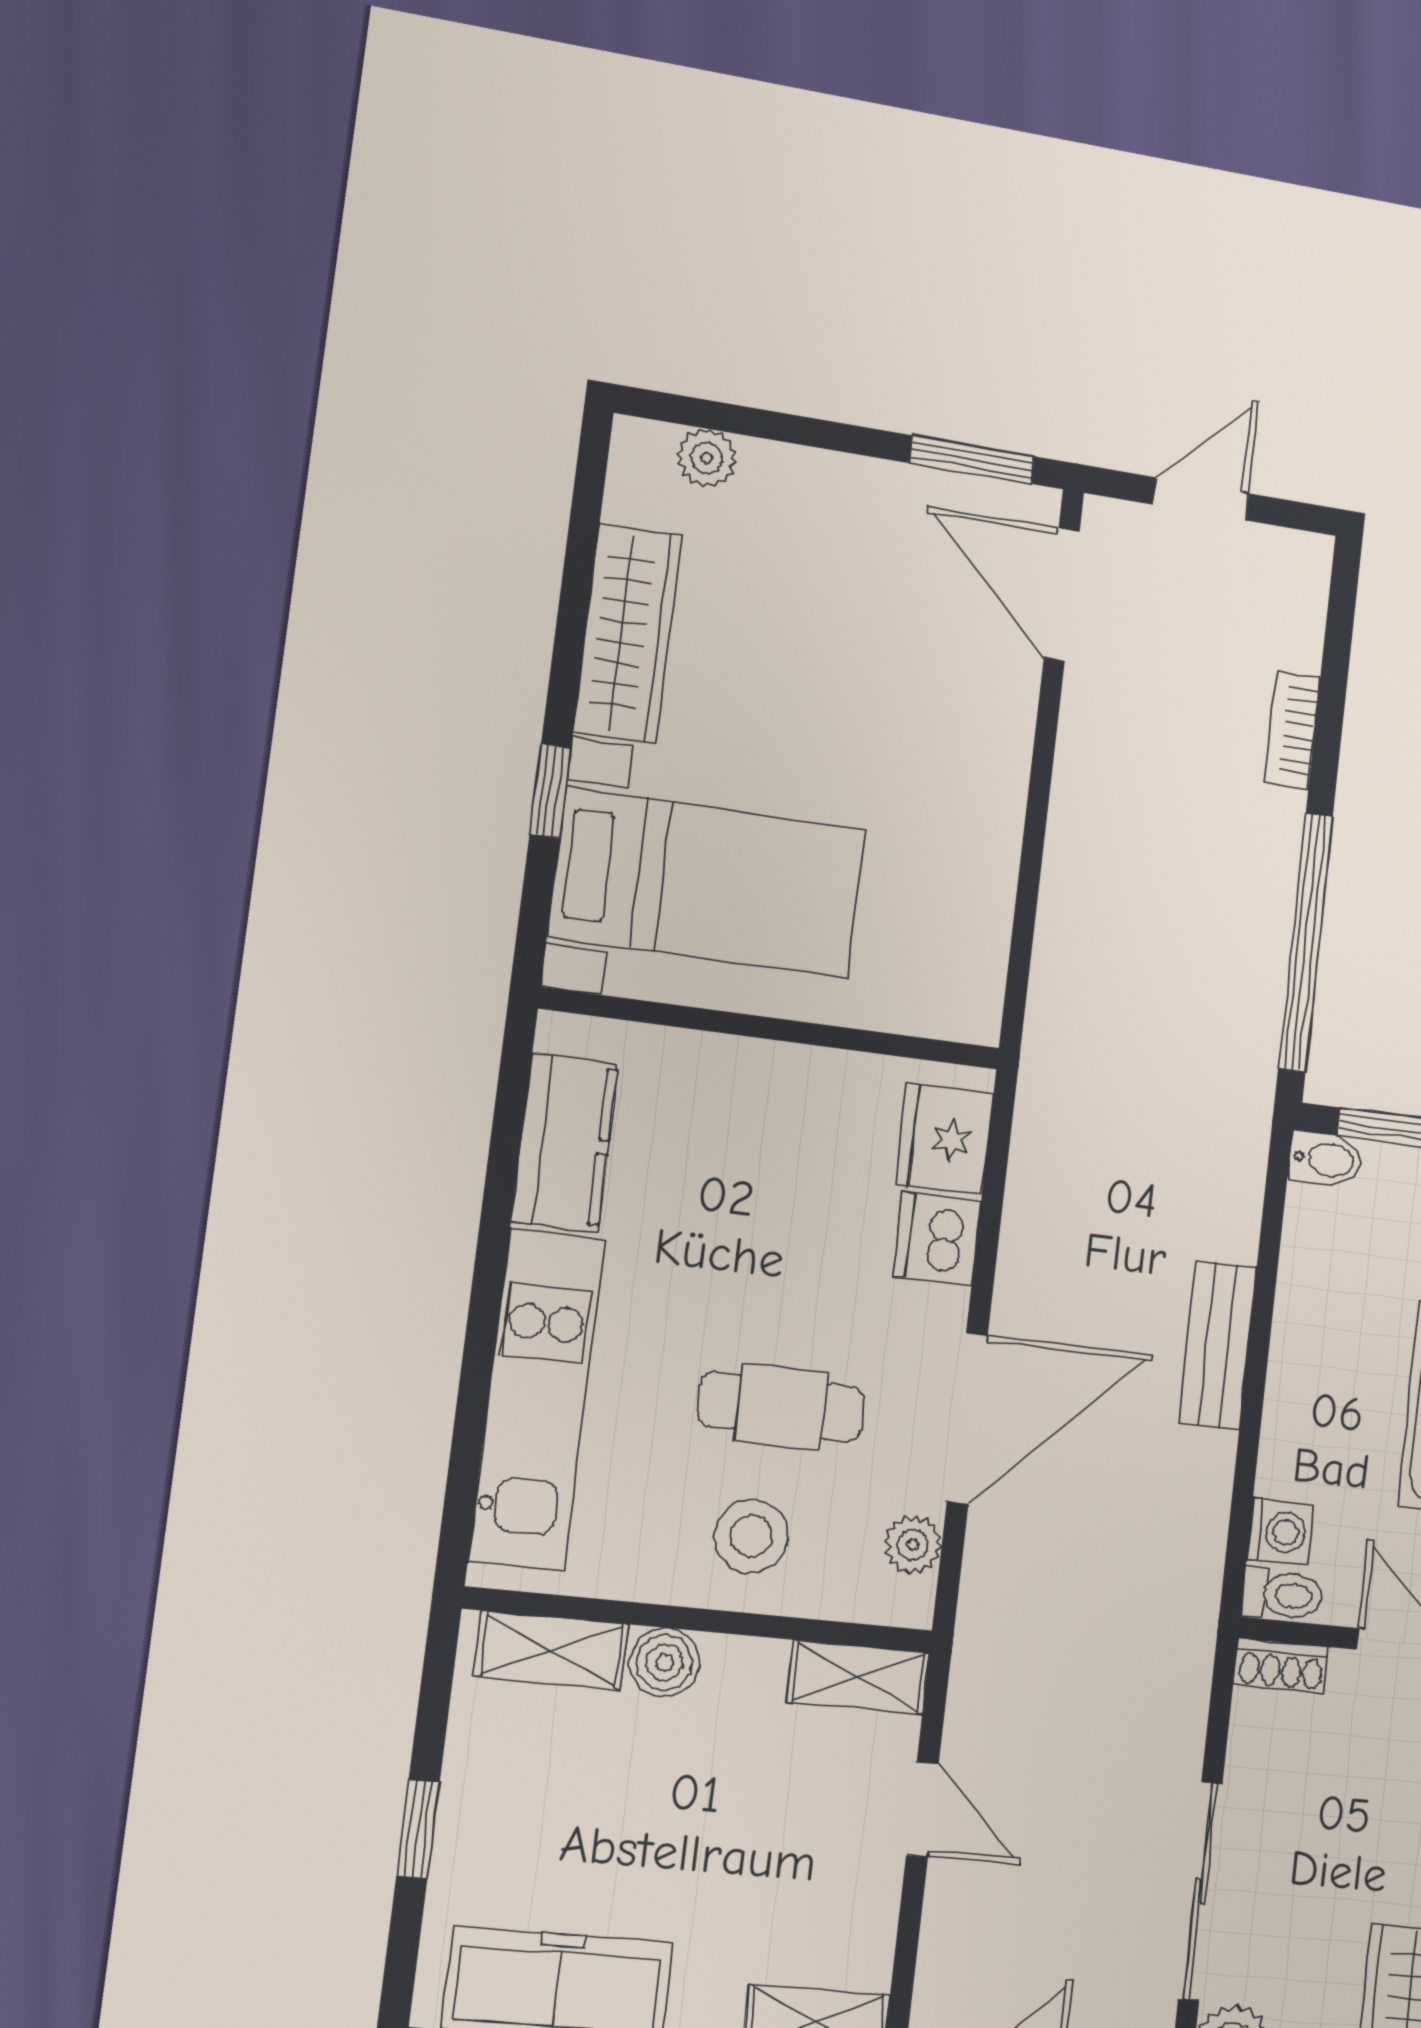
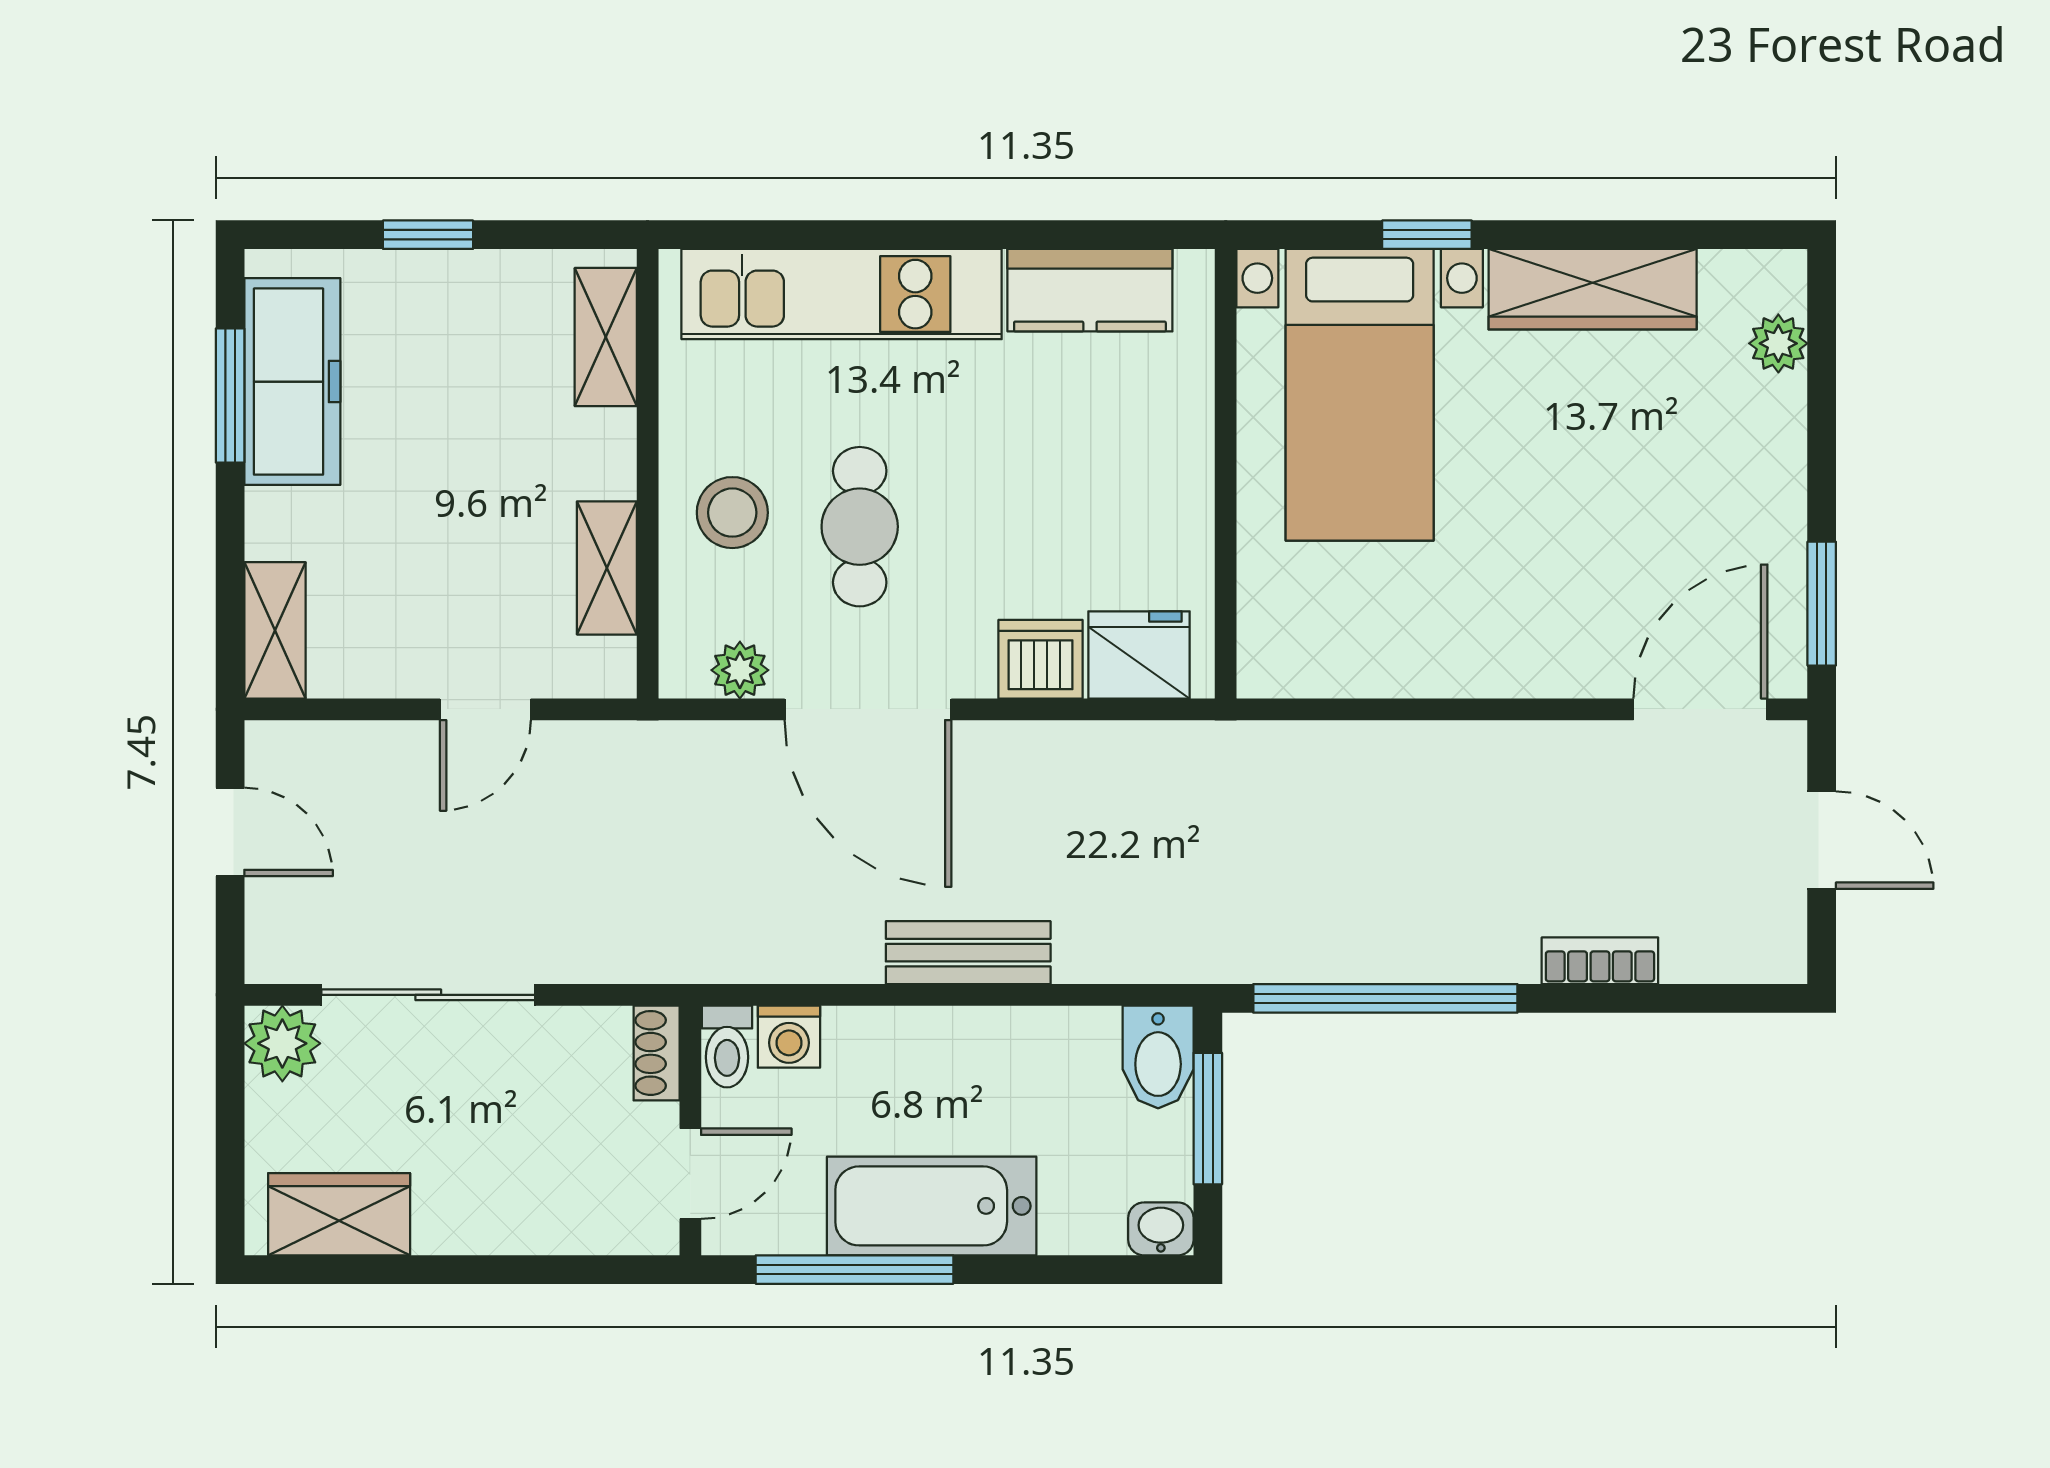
bidet: (1326, 1159) -> (1158, 1057), width x1.38, depth x1.36
boiler: (665, 1662) -> (604, 445), removed
shelving: (858, 1677) -> (607, 568), moved

